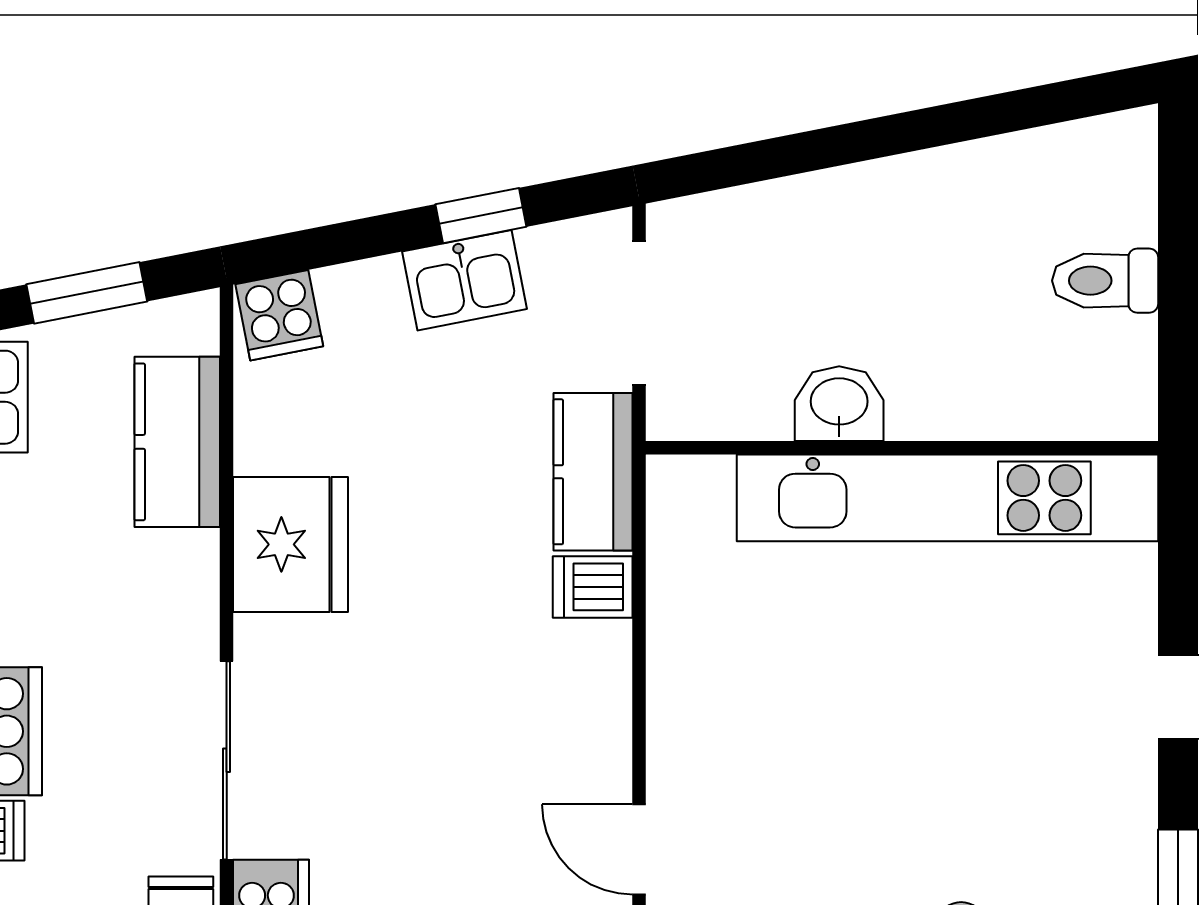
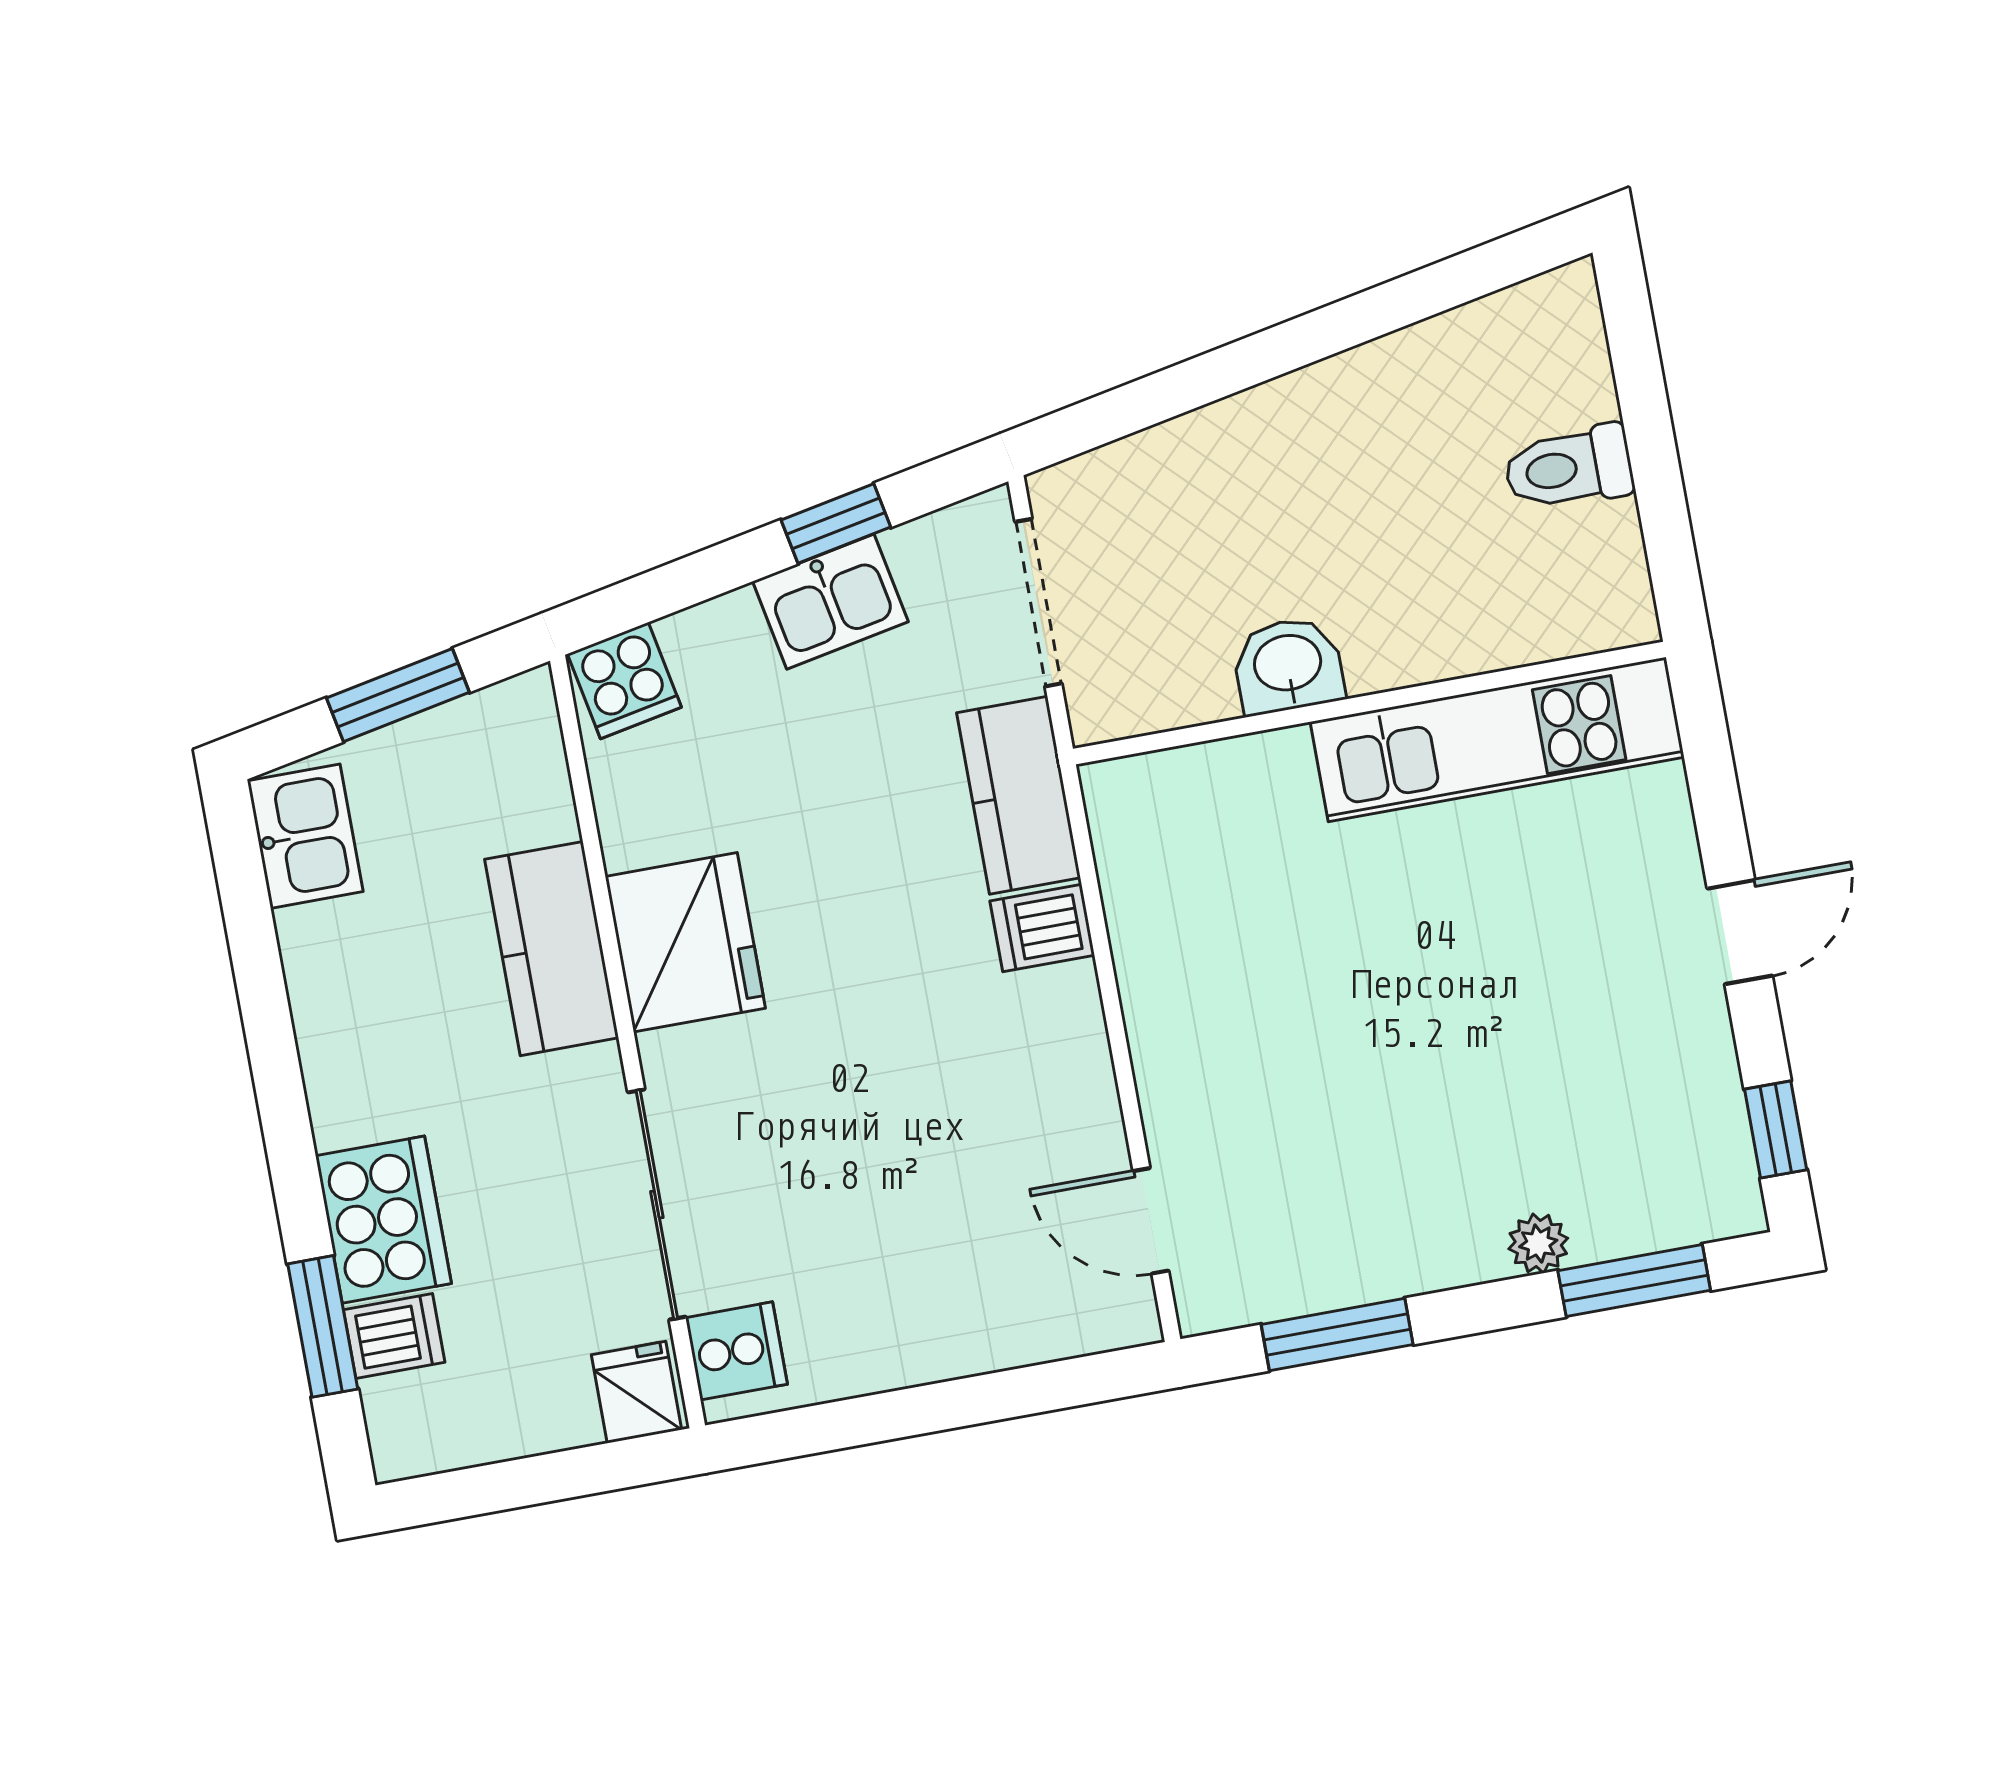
kitchen counter: (177, 442) -> (552, 949), moved
kitchen unit: (947, 498) -> (1497, 739), width x0.73

